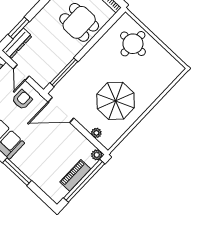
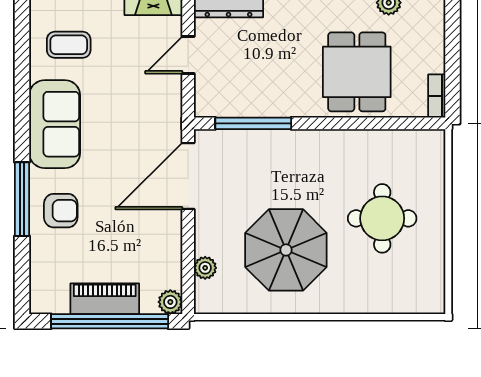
round table: (133, 44) -> (382, 218), moved
armchair: (22, 100) -> (61, 211), moved
door: (61, 110) -> (188, 176), hinge flipped

